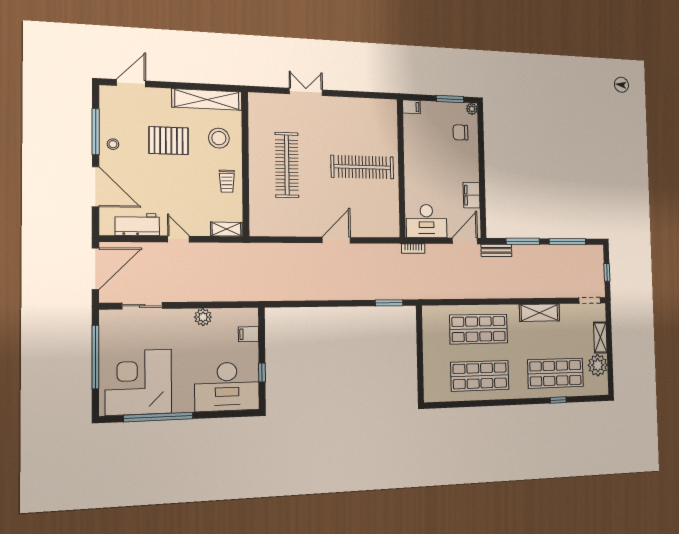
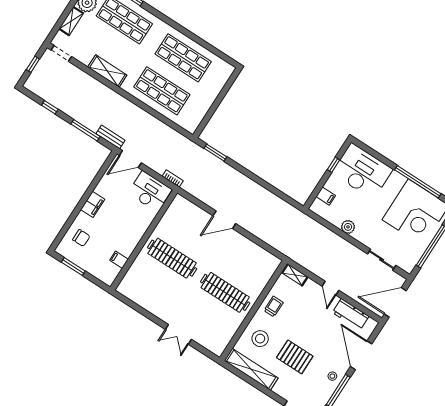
filing cabinet: (411, 107) -> (119, 260), moved
plant: (472, 109) -> (61, 249), removed
clothes rail: (287, 165) -> (225, 292), turned 90
filing cabinet: (472, 195) -> (93, 204), moved
window: (567, 242) -> (50, 107), width x0.46

